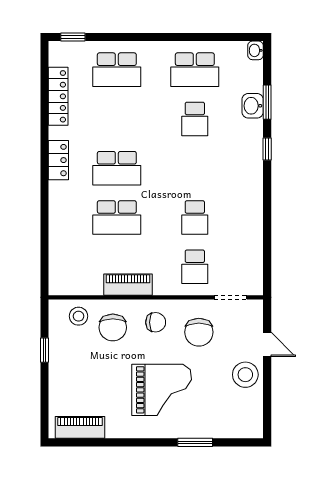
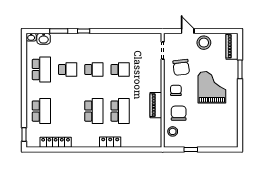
washbasin: (253, 106) -> (44, 39), moved
locker: (58, 160) -> (110, 142), moved
school desk: (195, 267) -> (94, 70), moved
chair: (113, 327) -> (179, 113), turned -90
chair: (199, 332) -> (181, 67), turned 83
door: (267, 344) -> (188, 31), hinge flipped
piano: (80, 427) -> (232, 46), moved

